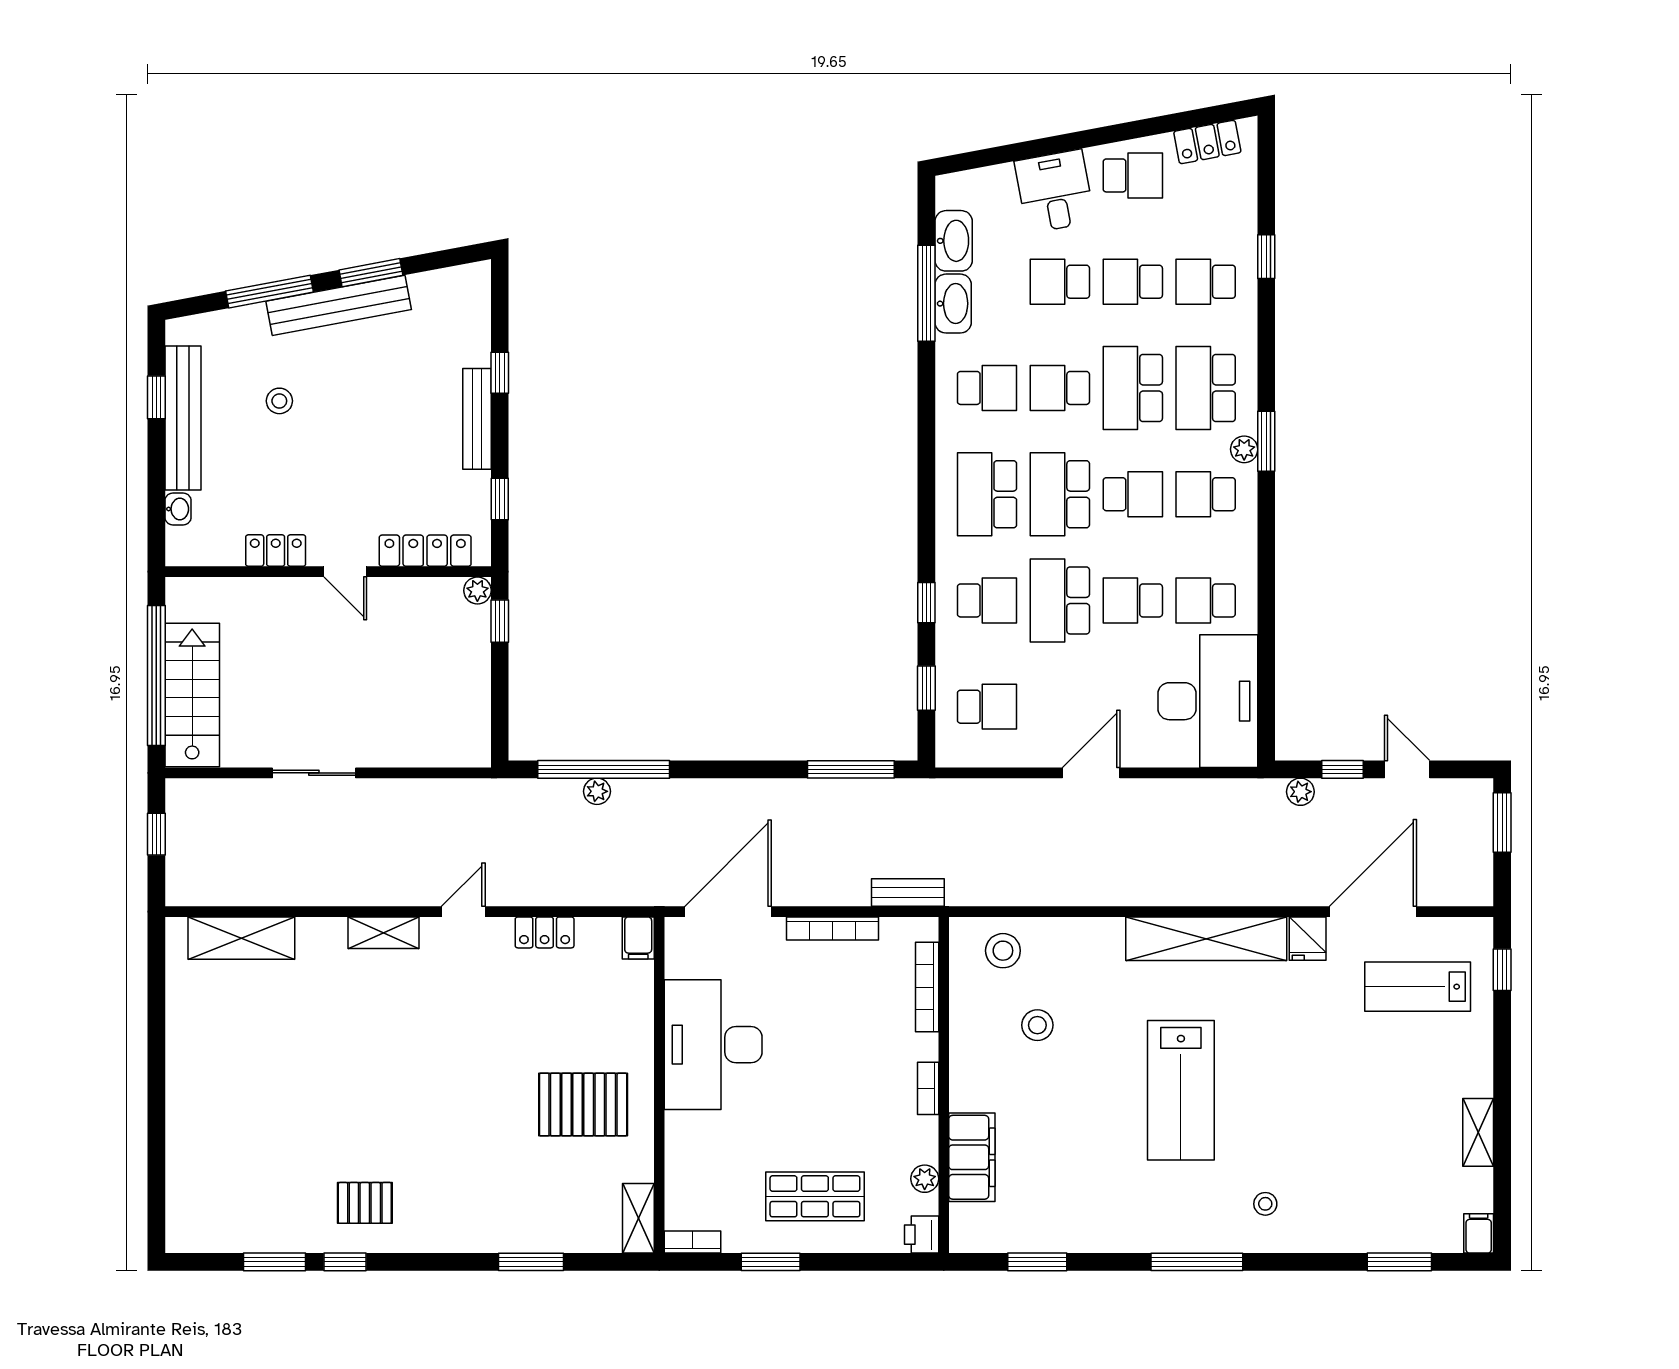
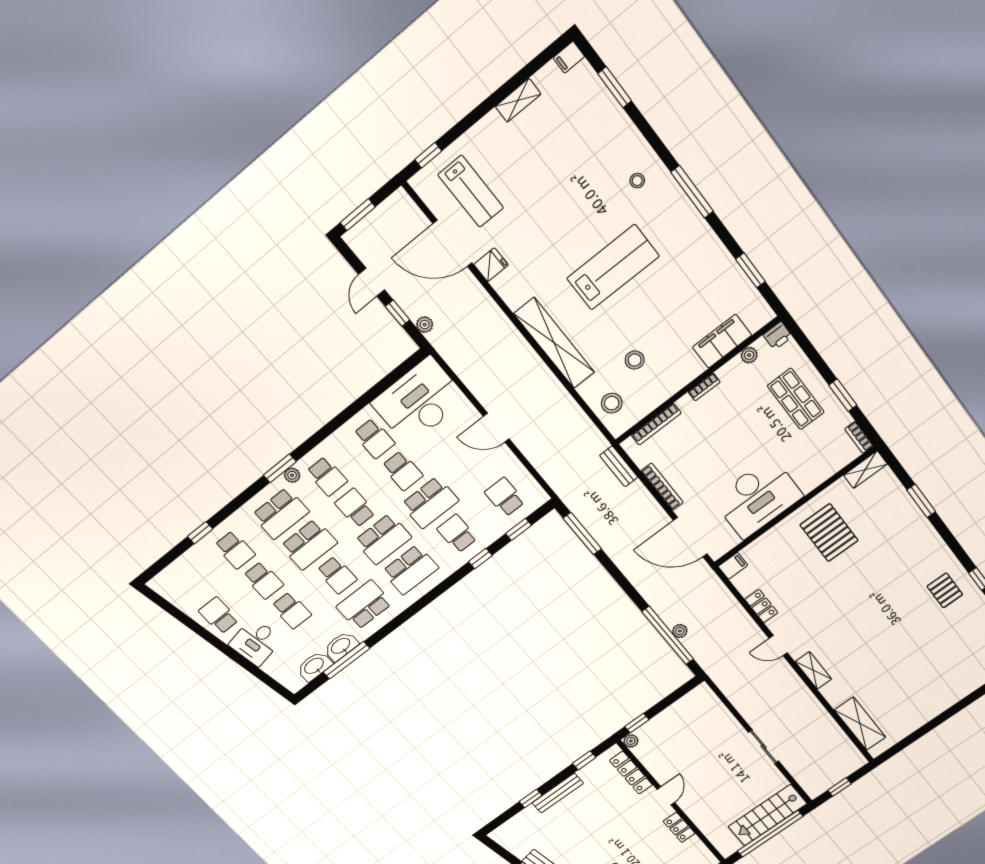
locker: (1207, 142) -> (175, 596), removed
school desk: (987, 388) -> (364, 605), width x1.85
shelving: (1206, 939) -> (554, 343), moved

